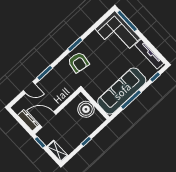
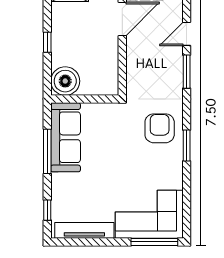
armchair: (78, 62) -> (160, 128), turned 81
sofa: (122, 91) -> (66, 137), width x0.74, depth x0.79
boiler: (86, 109) -> (65, 81), moved

